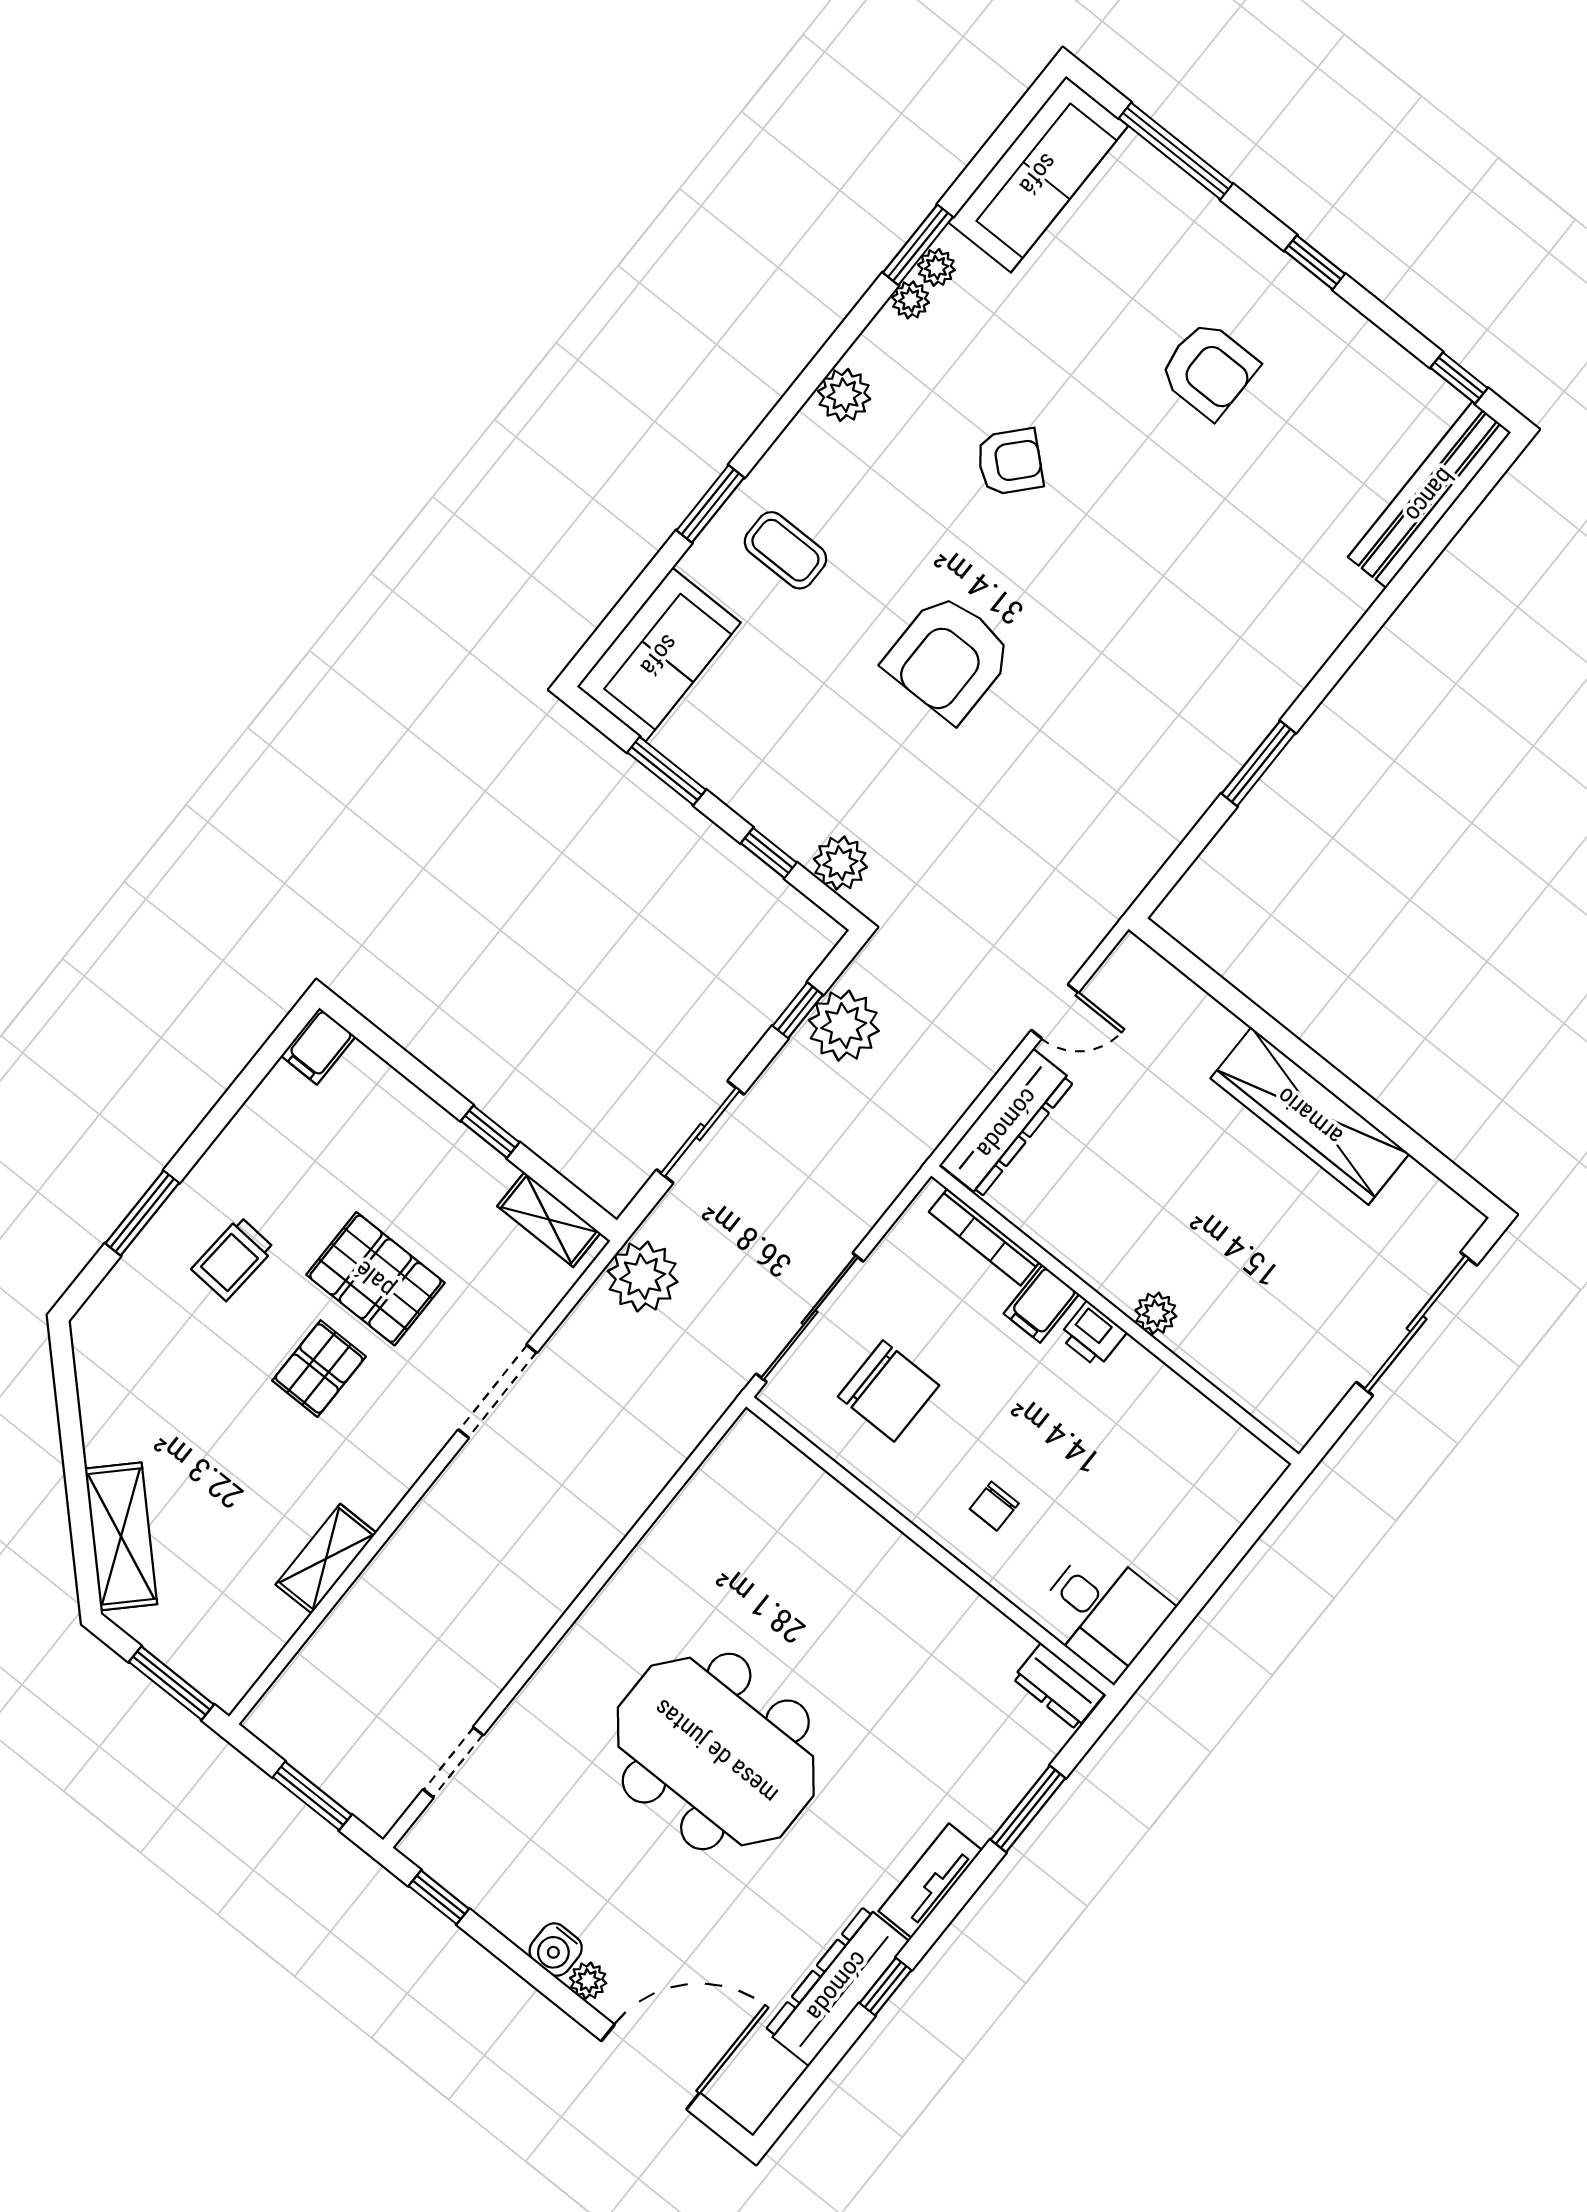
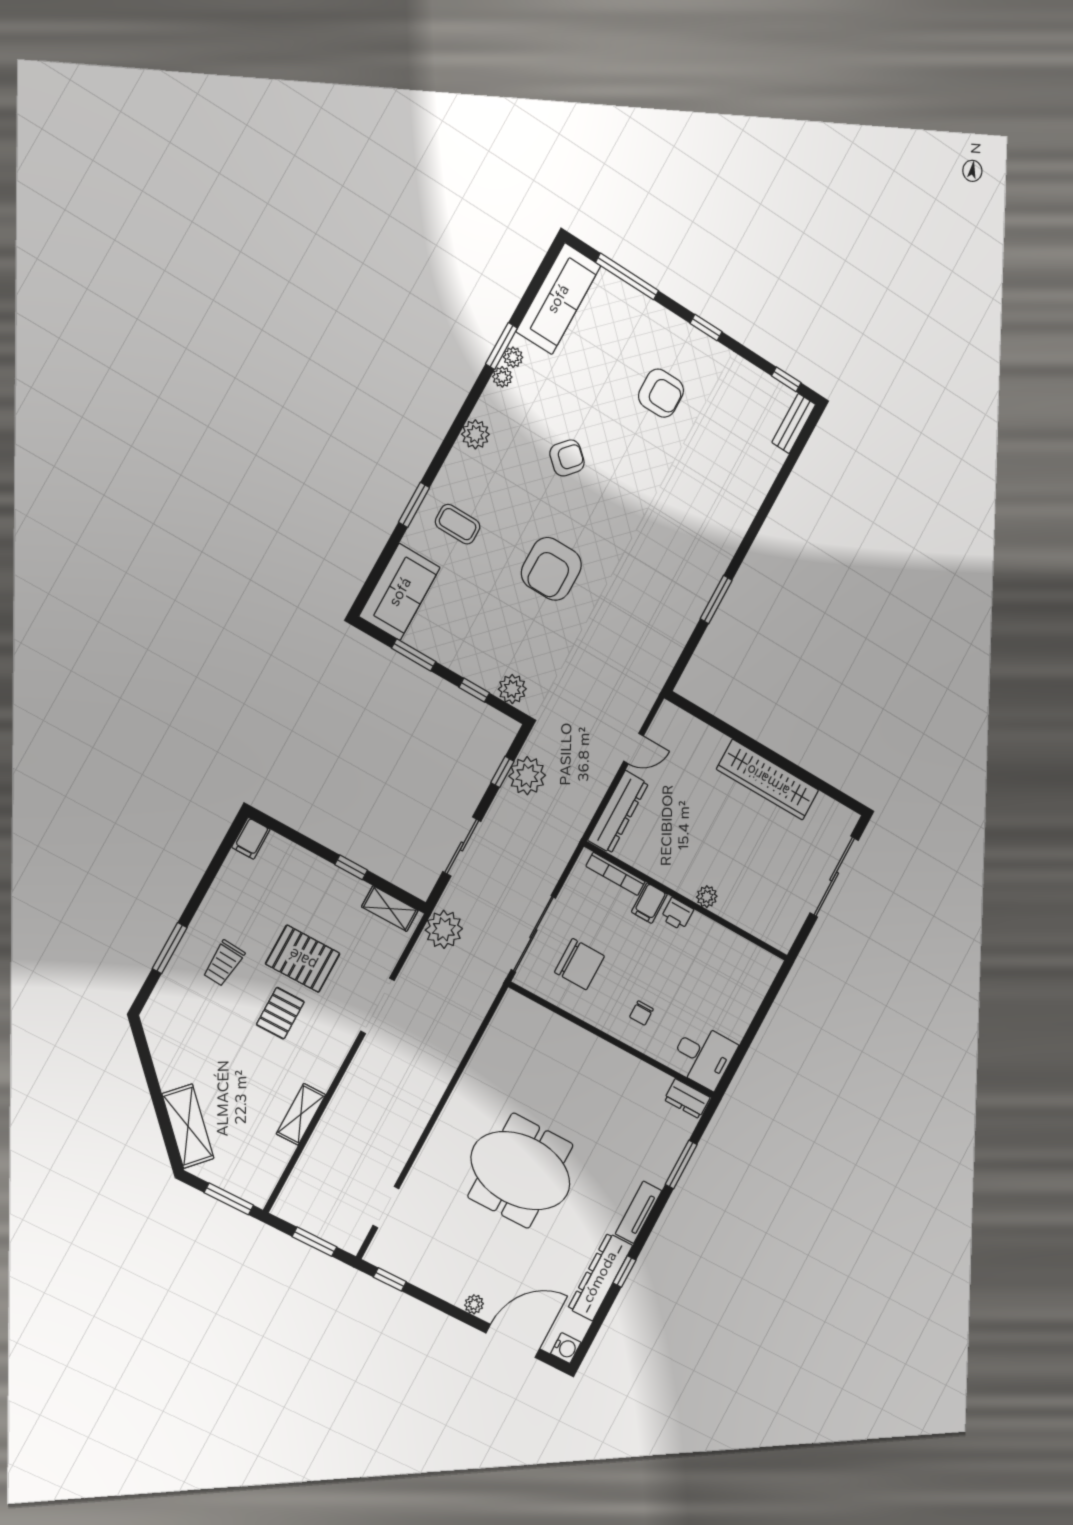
bench: (1429, 495) -> (794, 423), width x0.54, depth x0.82
water cooler: (556, 1950) -> (566, 1348), moved, turned -90

